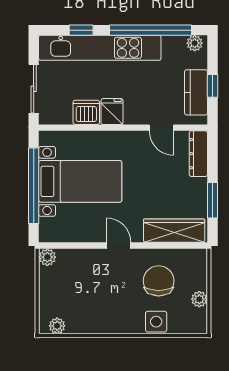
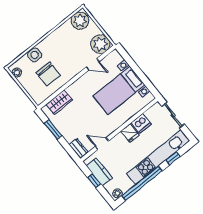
dresser: (198, 154) -> (79, 148), width x0.70
window: (34, 186) -> (138, 72), removed
wardrobe: (174, 231) -> (59, 102), width x0.67
door: (119, 245) -> (93, 64), moved
plant: (47, 257) -> (100, 44), width x1.87, depth x1.87
plant: (199, 299) -> (17, 72), moved
plant: (57, 326) -> (80, 21), width x1.88, depth x1.88

